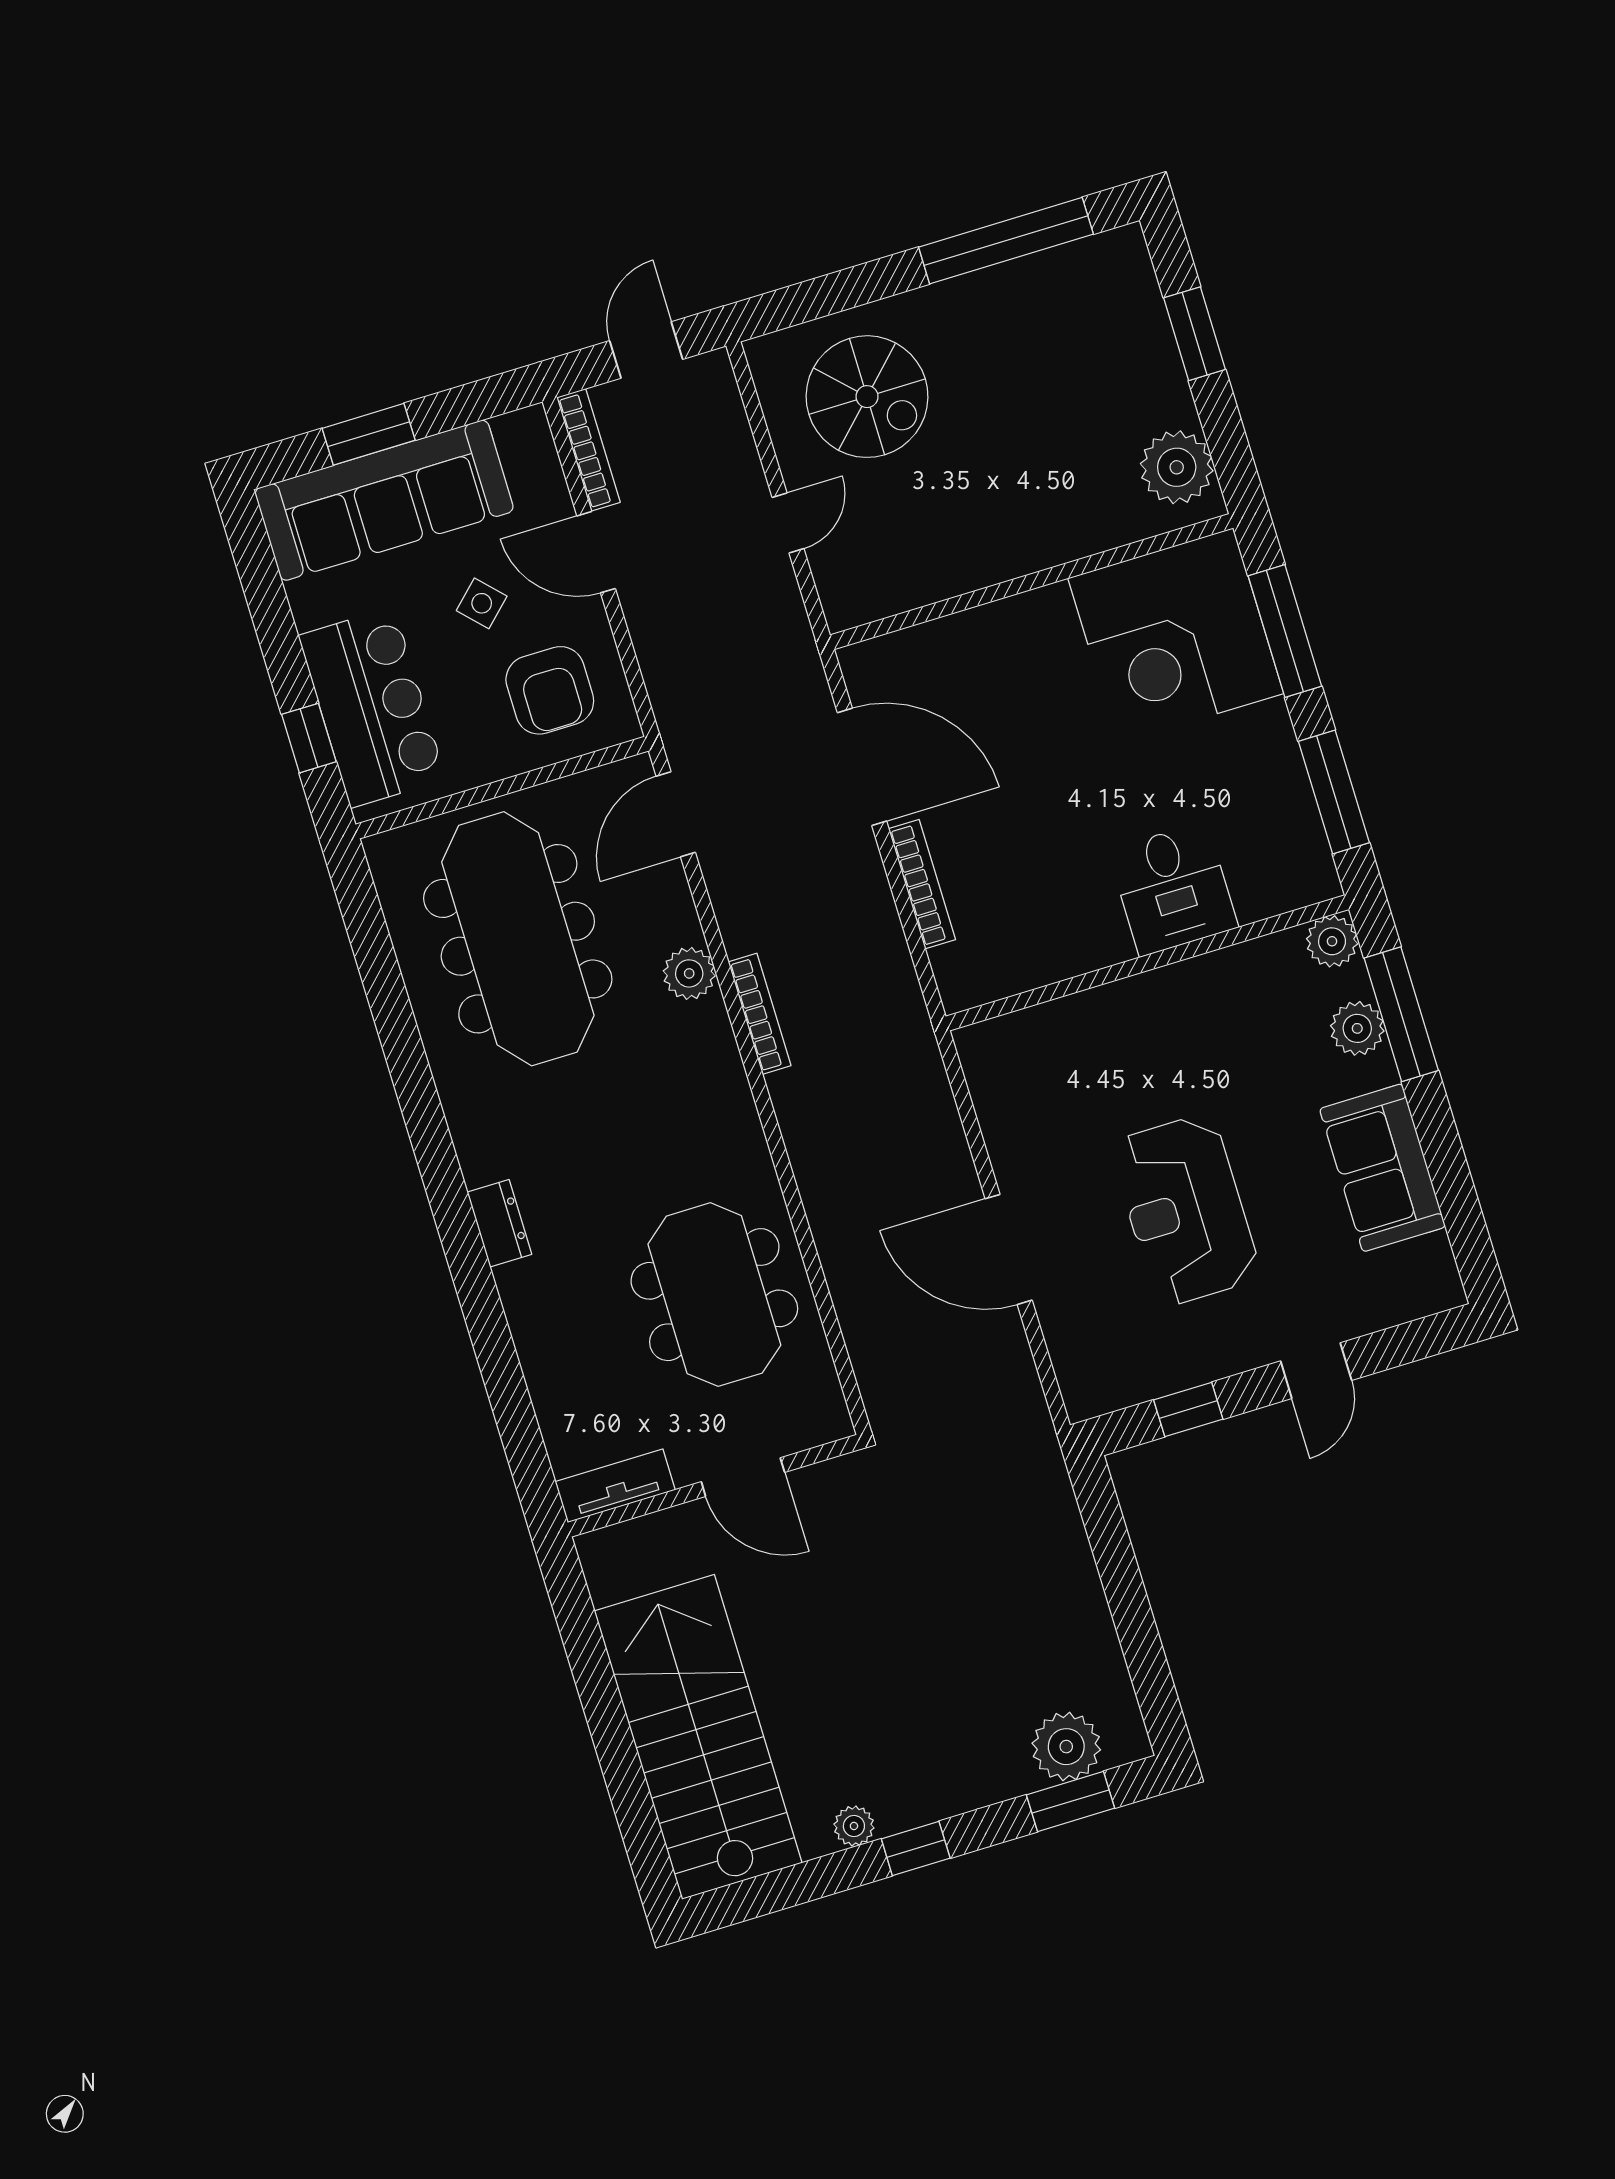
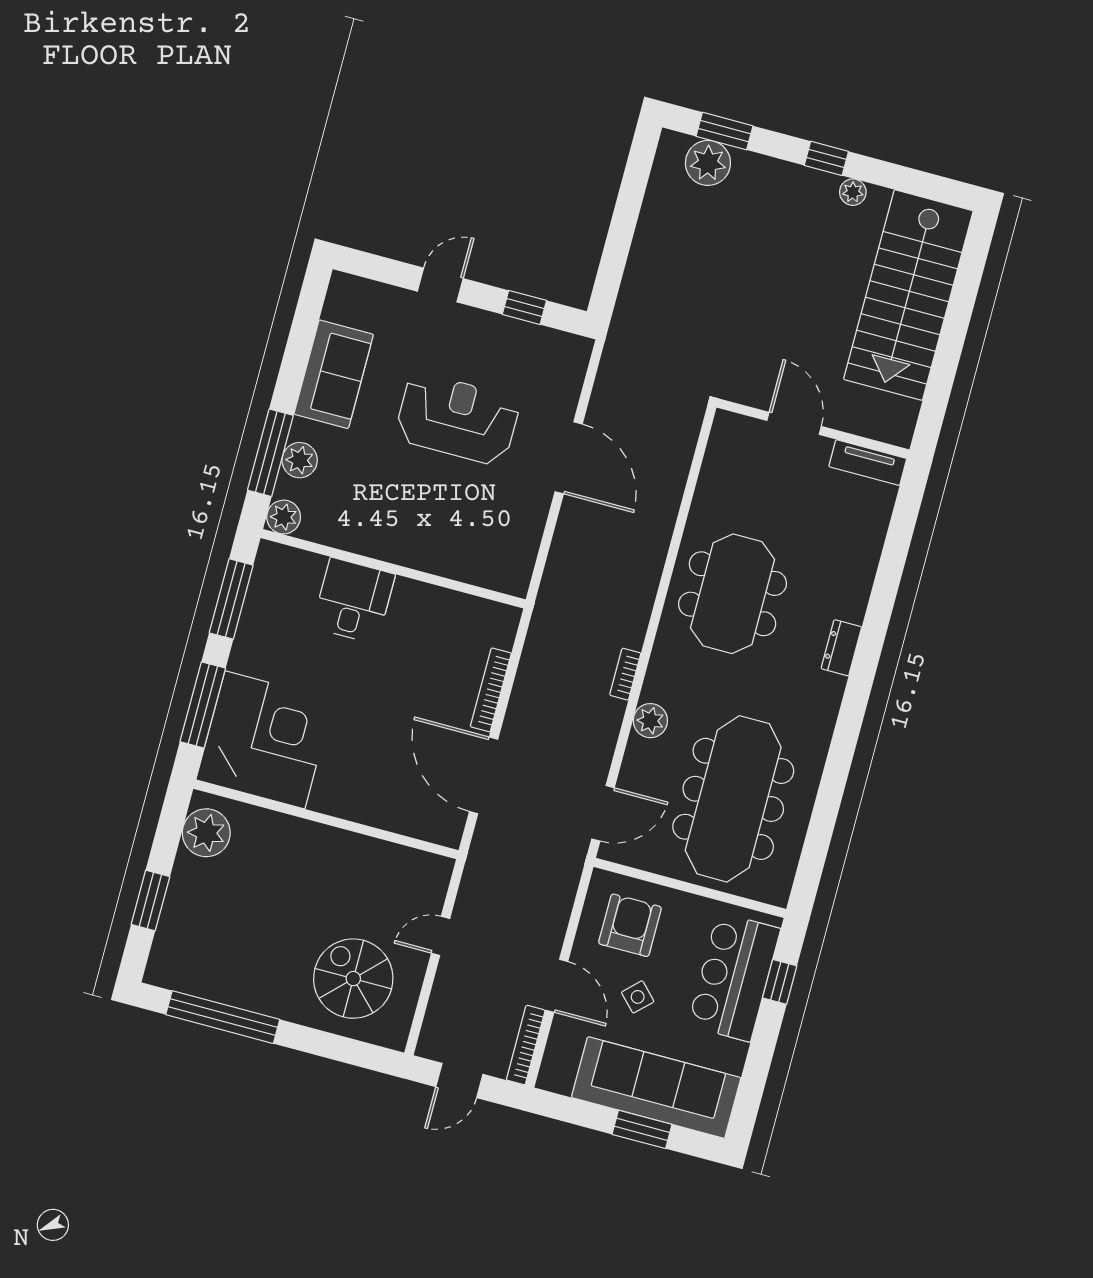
bookcase: (760, 1014) -> (625, 674), width x0.64
reception desk: (1185, 1210) -> (457, 419), turned -90
meeting table: (714, 1295) -> (732, 594), moved

